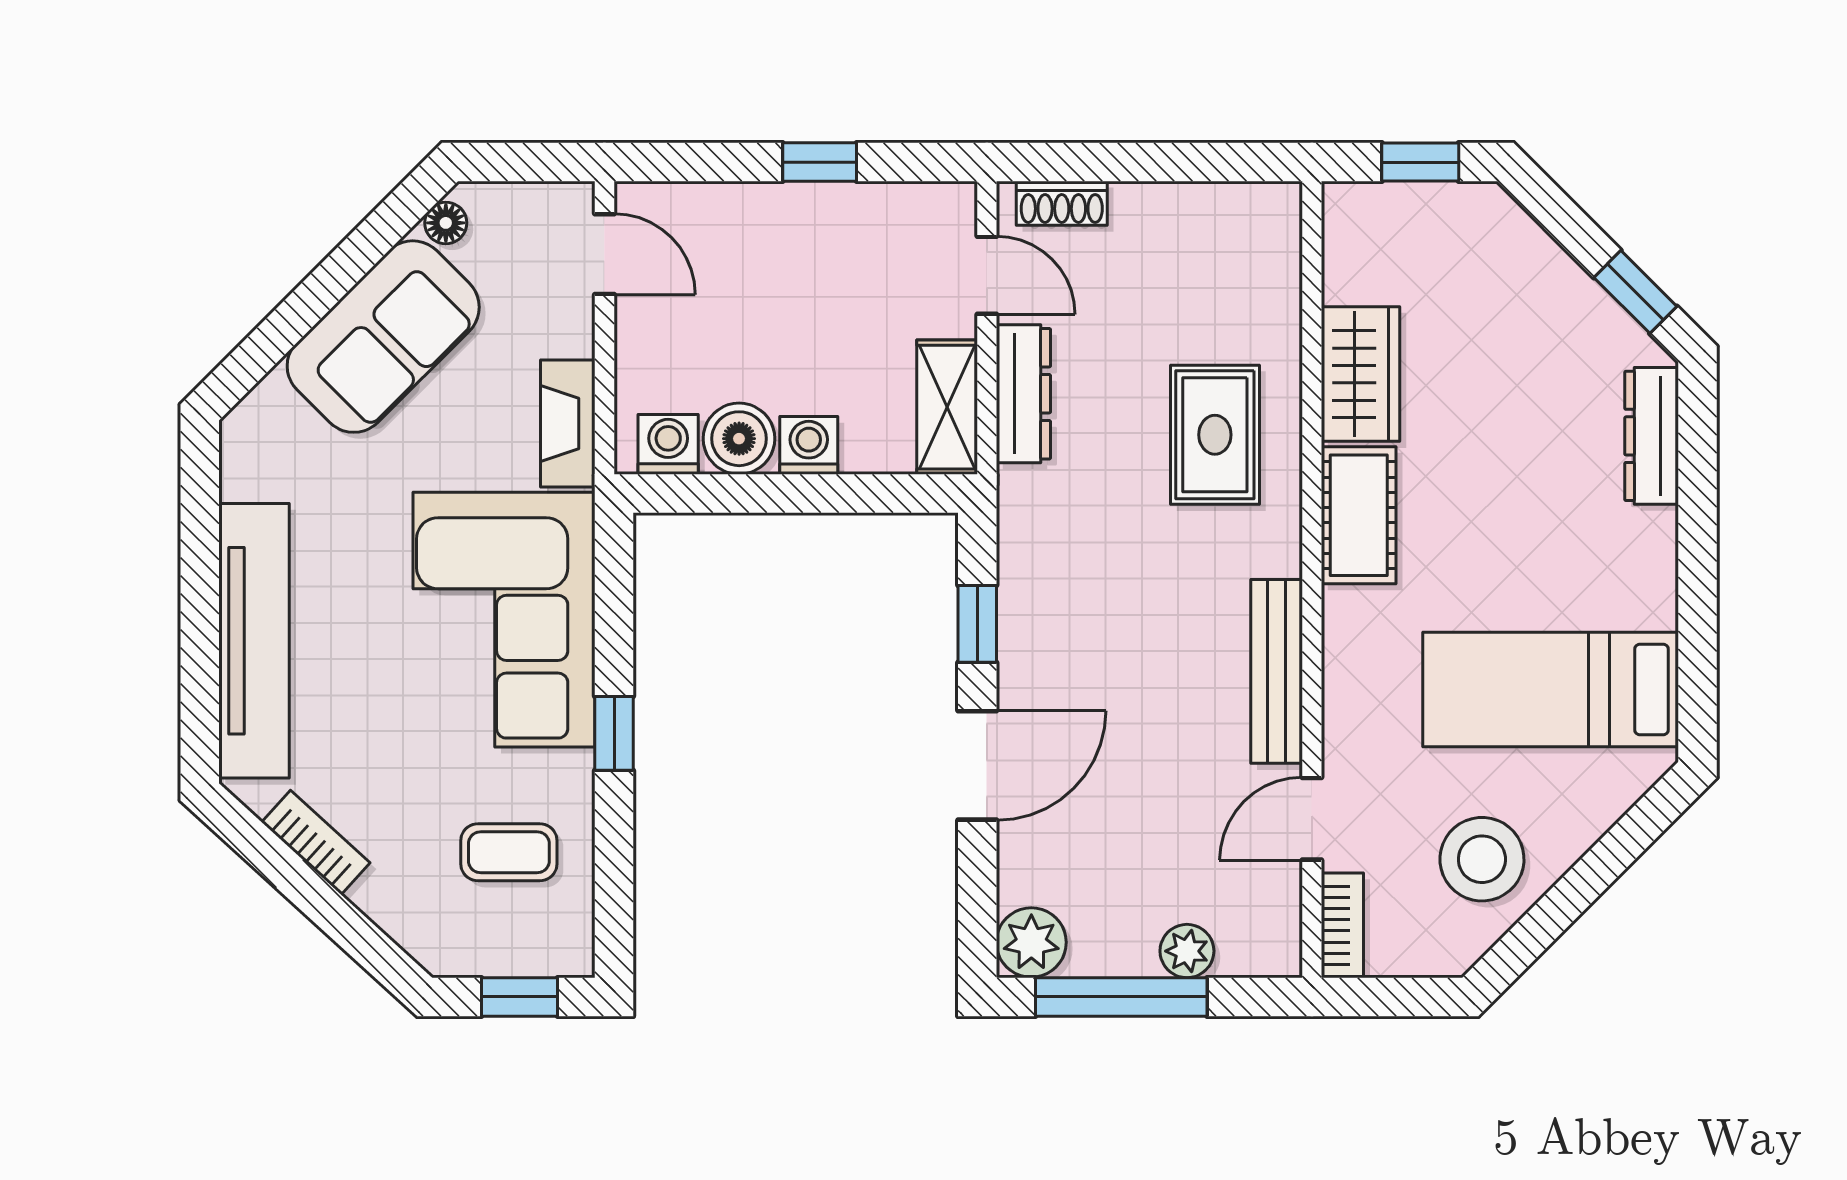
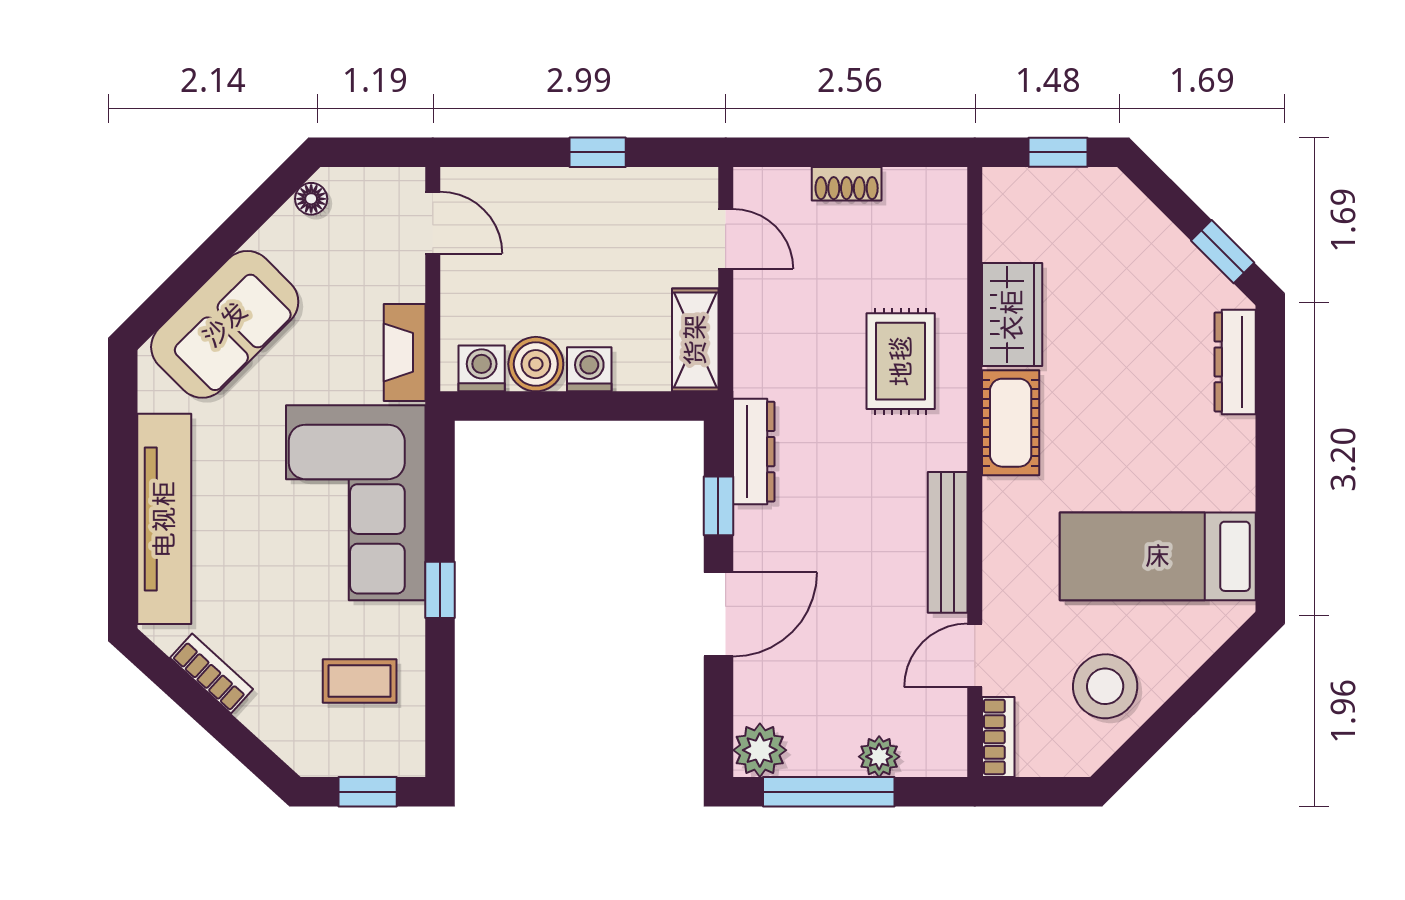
shoe rack: (1062, 203) -> (847, 184), moved
sofa: (383, 337) -> (225, 324), moved
dresser: (1023, 394) -> (754, 452), moved

